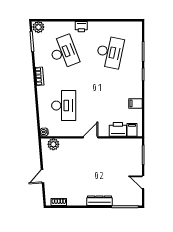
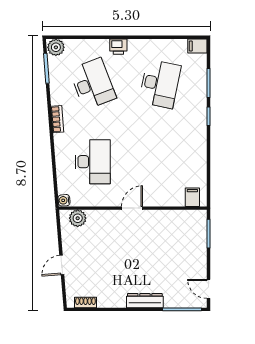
filing cabinet: (136, 103) -> (197, 46), moved
printer: (118, 129) -> (172, 196), removed
door: (143, 182) -> (209, 289), moved

